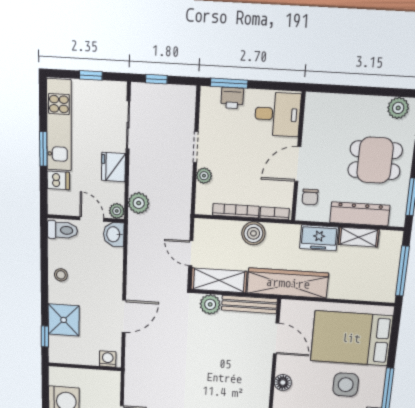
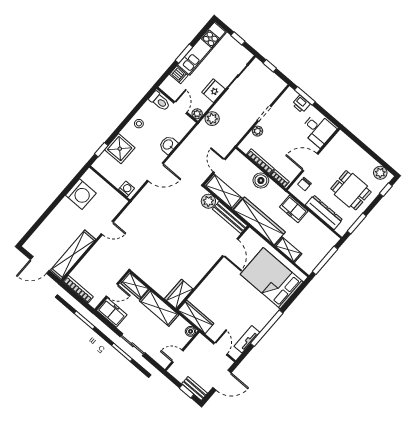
washbasin: (114, 234) -> (168, 145), moved
shelving: (359, 237) -> (288, 250), moved
floor lamp: (283, 382) -> (215, 276), removed
side table: (346, 385) -> (250, 303), removed

